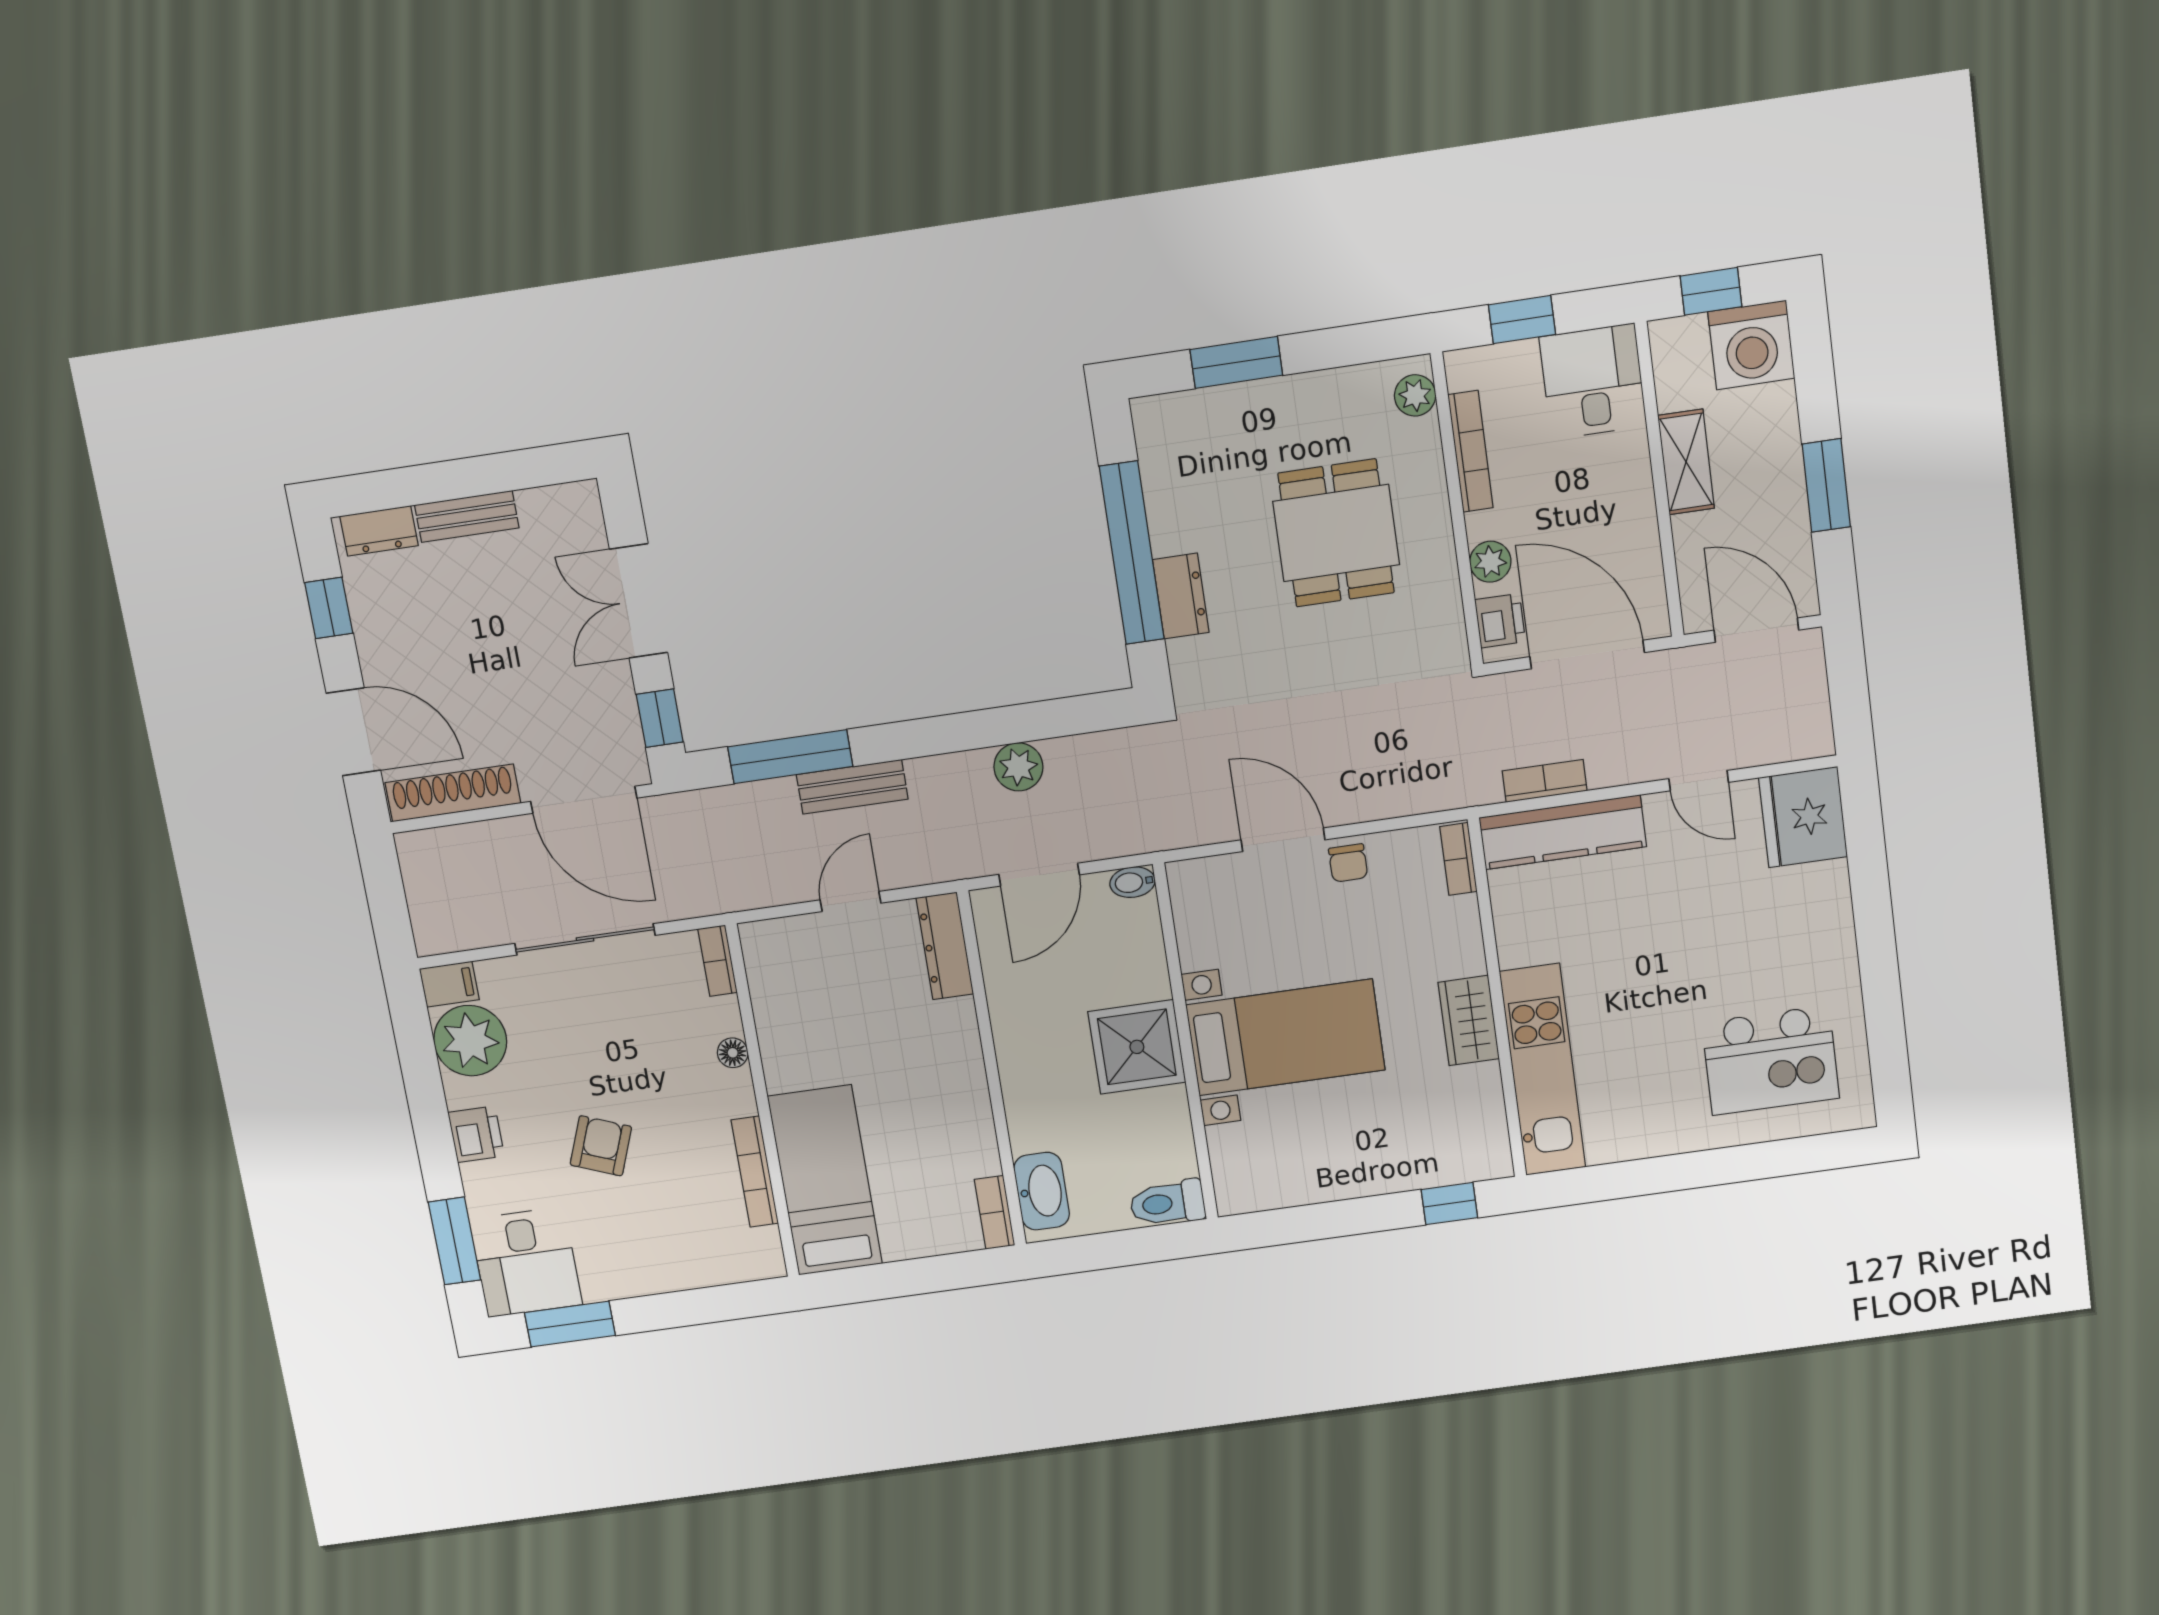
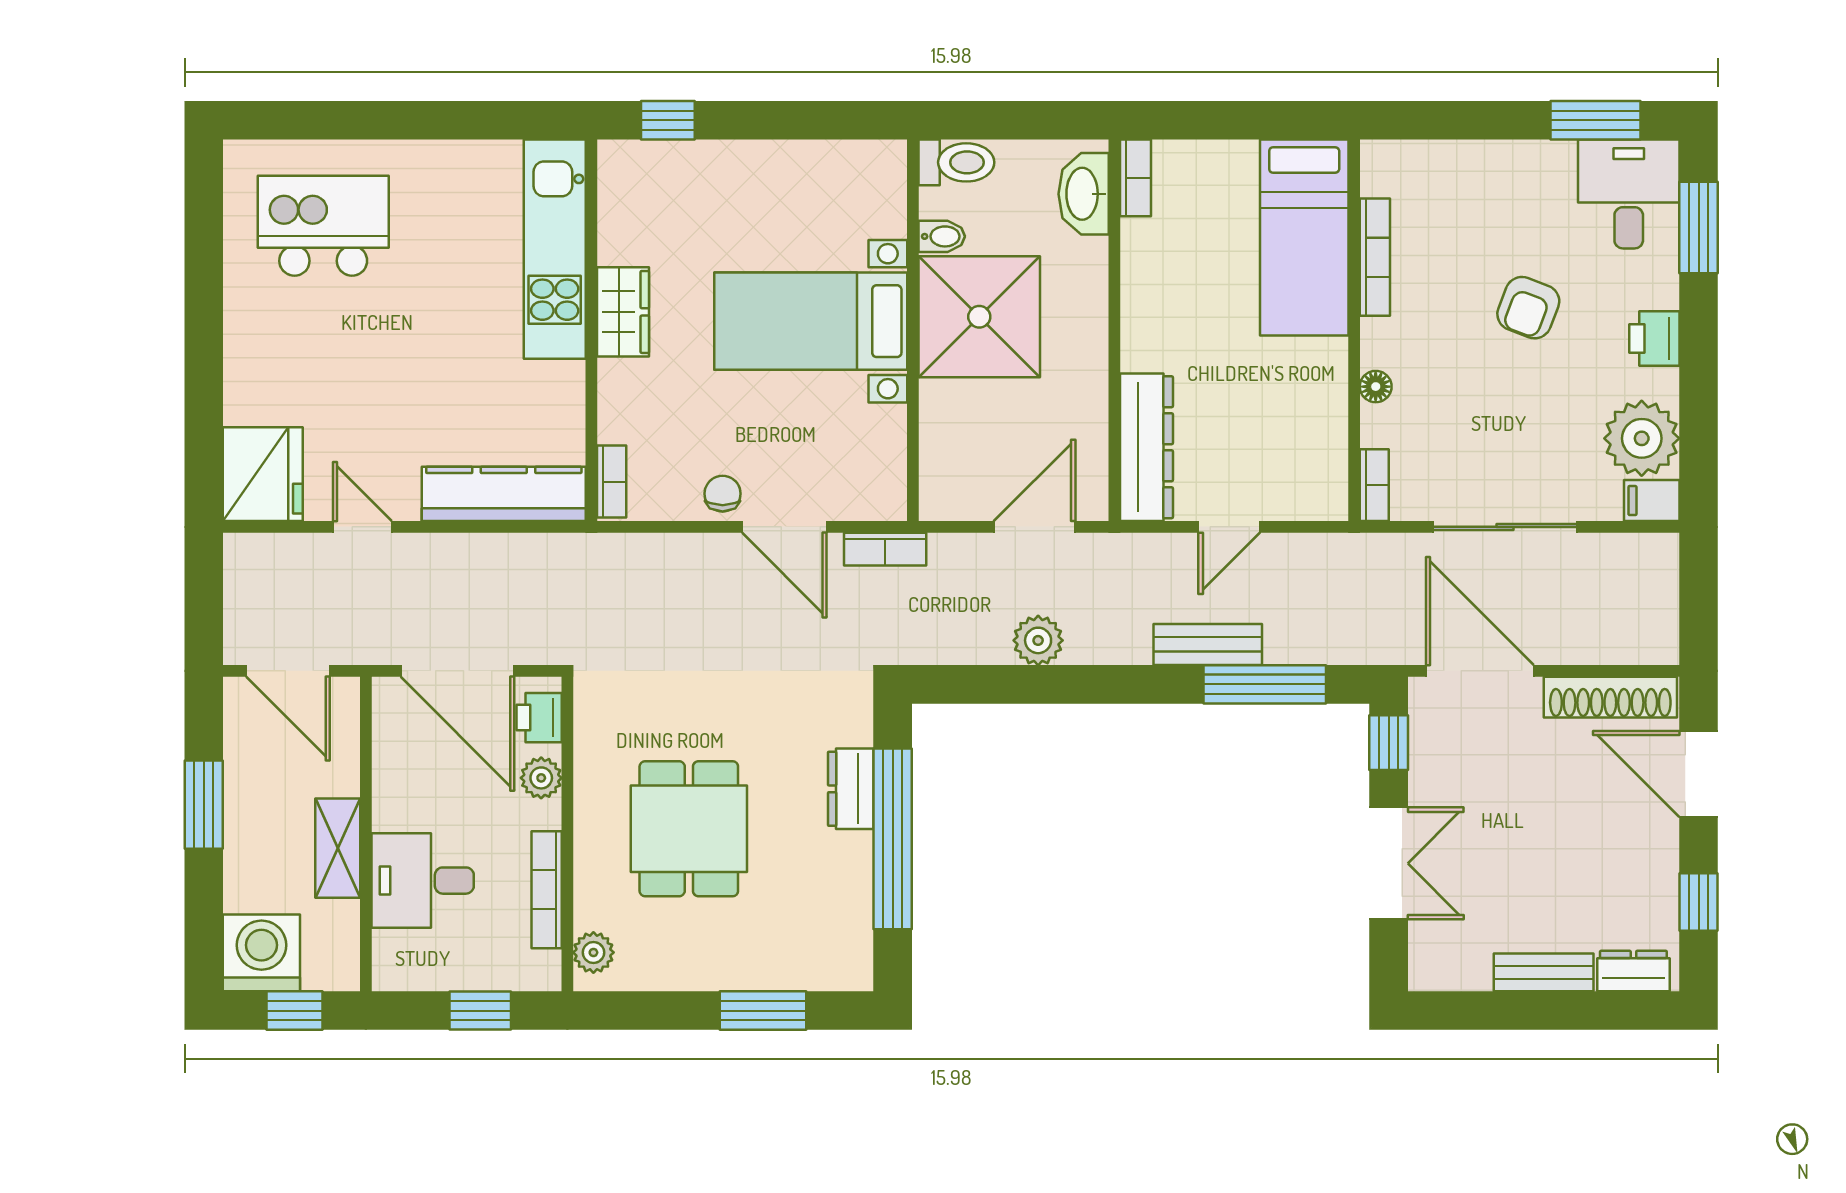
desk: (1593, 381) -> (423, 881), moved, turned 90
bookcase: (1545, 781) -> (885, 549), moved
bidet: (1133, 882) -> (942, 236), moved
dresser: (945, 946) -> (1146, 447), width x1.37, depth x1.24
shower: (1137, 1047) -> (979, 317), width x1.37, depth x1.37

